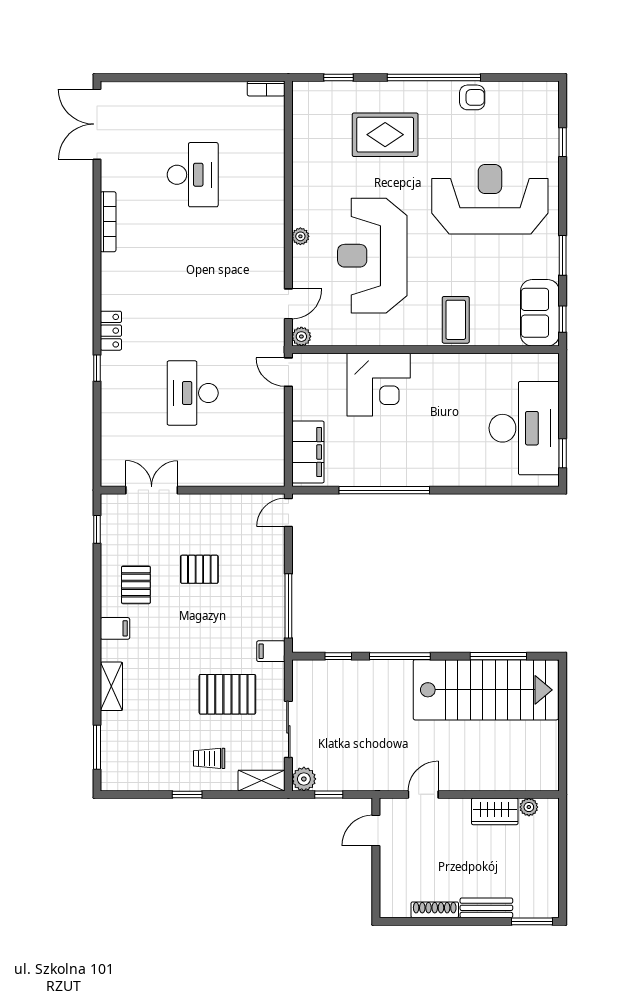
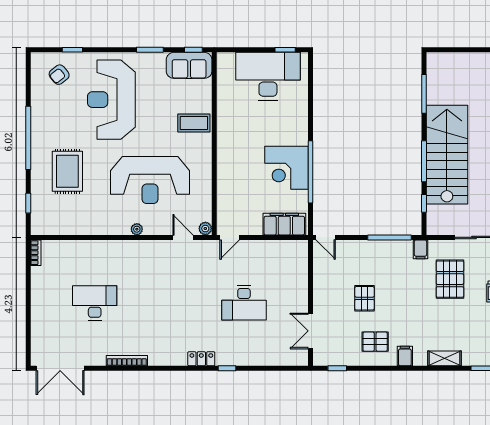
armchair: (472, 97) -> (59, 75), moved, turned -129
corner desk: (379, 385) -> (286, 168), moved, turned 180
stairs: (486, 690) -> (447, 155), moved

